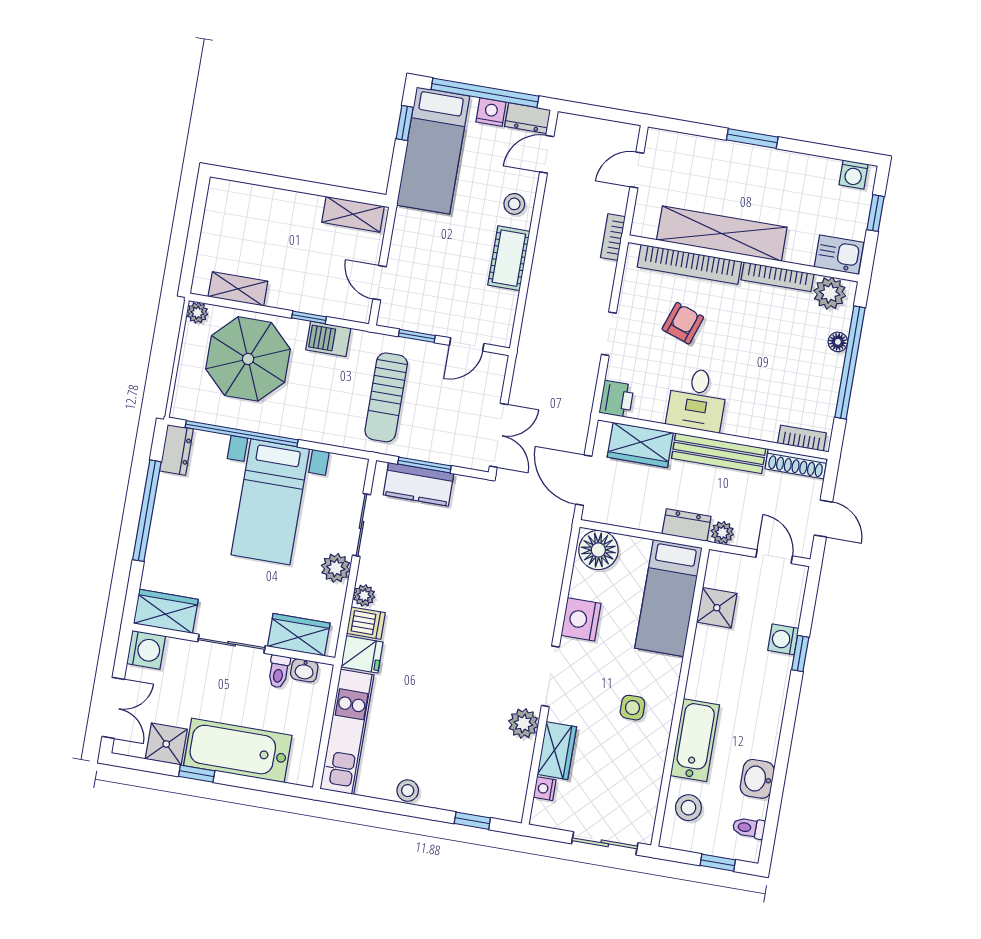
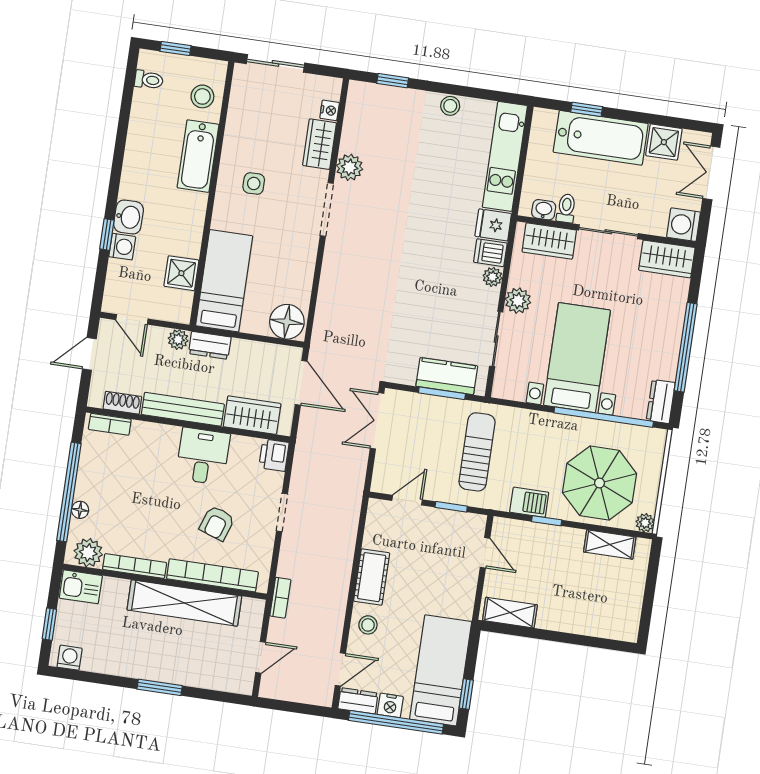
shoe rack: (796, 464) -> (122, 403), width x0.70
door: (823, 519) -> (89, 354), hinge flipped
nightstand: (581, 619) -> (301, 260), removed
window: (197, 774) -> (587, 109), moved
washbasin: (757, 779) -> (129, 217), moved

